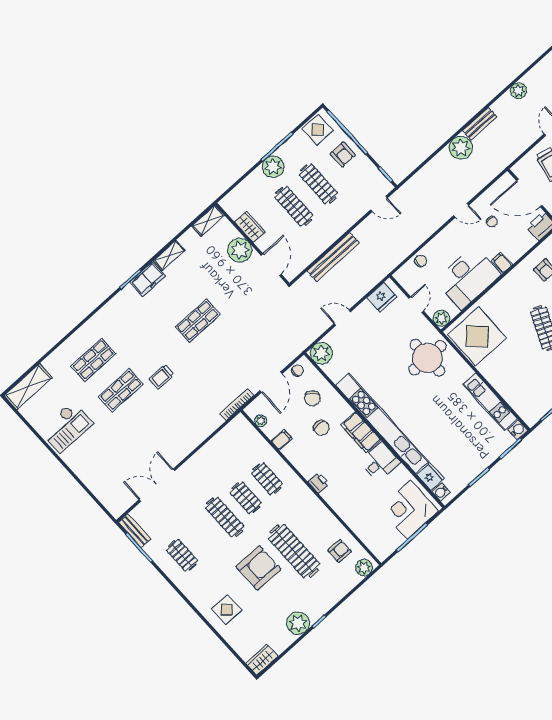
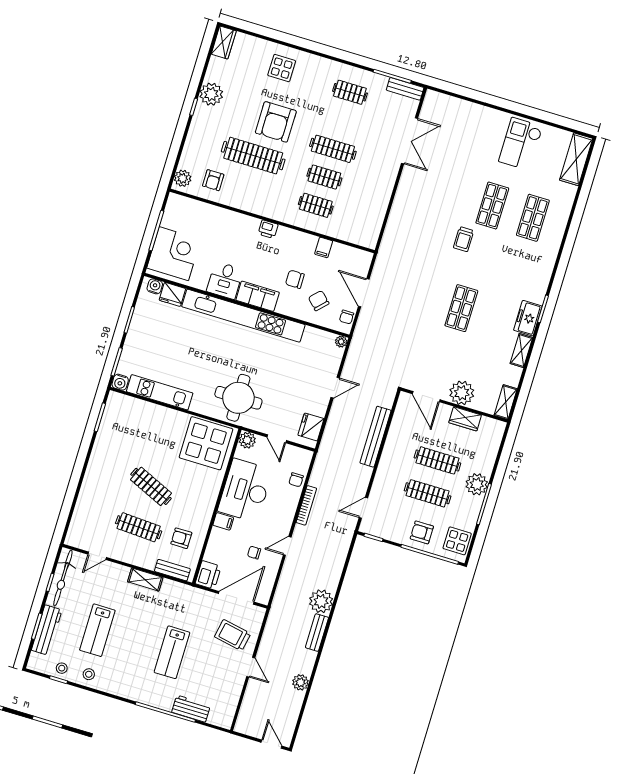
plant: (321, 353) -> (341, 342), width x0.53, depth x0.53
trolley: (161, 377) -> (464, 239), turned 180
bookcase: (237, 405) -> (306, 505), moved
plant: (261, 421) -> (352, 253), removed

